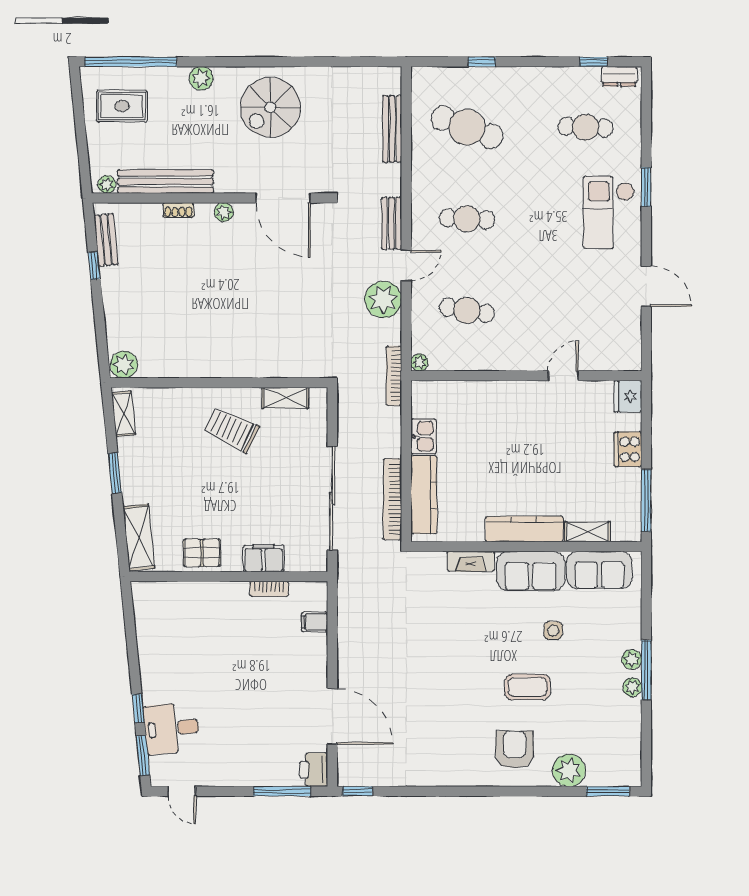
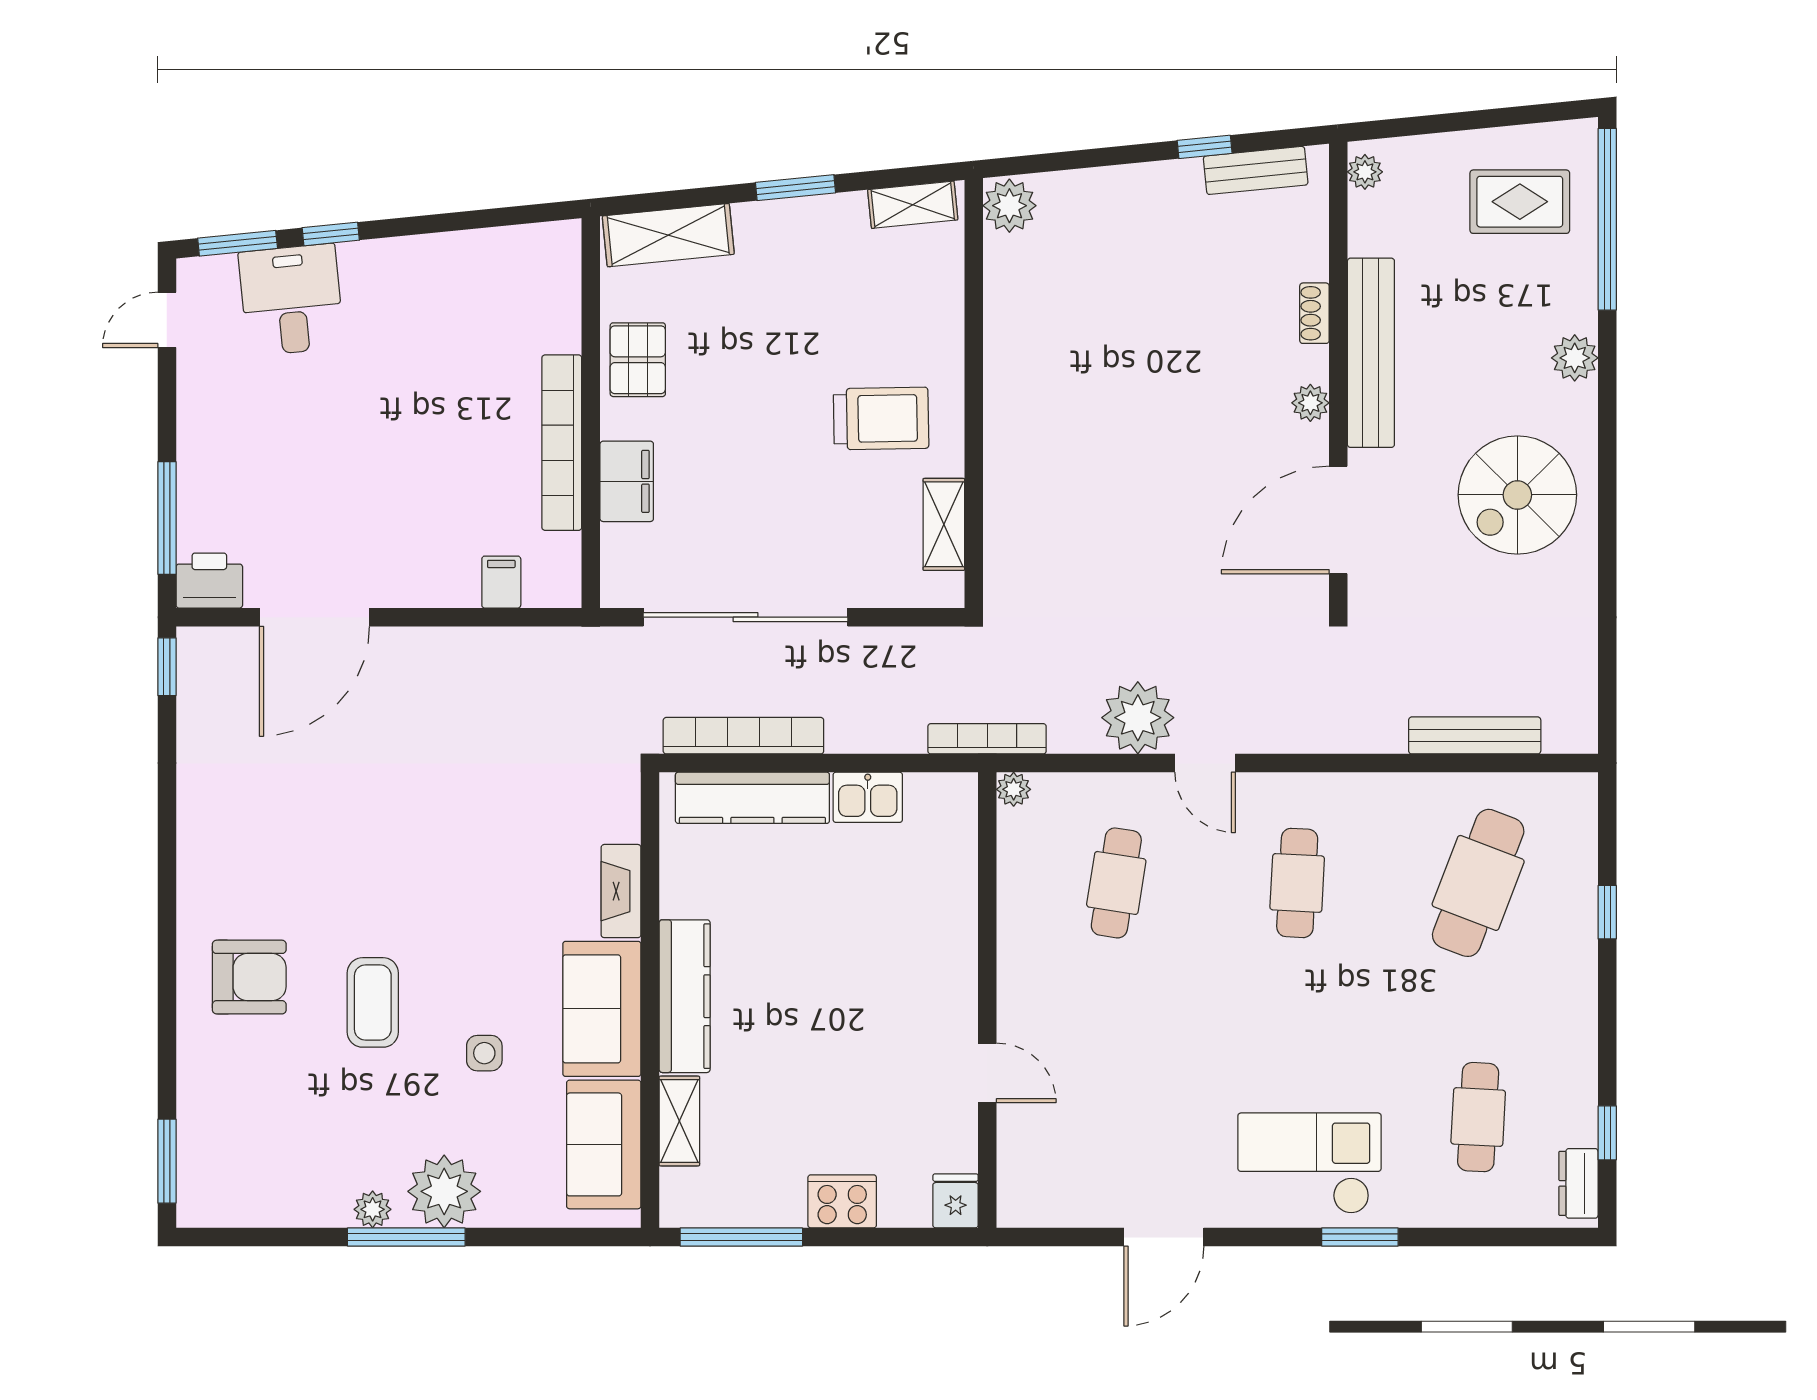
rug: (122, 106) -> (1520, 202), turned 90
spiral stairs: (270, 107) -> (1517, 495), turned -90
bench: (165, 182) -> (1371, 353), moved
bench: (392, 223) -> (1288, 734), removed
fridge: (628, 396) -> (956, 1201), width x0.72
trolley: (232, 430) -> (881, 419), turned 63
bookcase: (269, 589) -> (562, 443), width x2.31, depth x1.31
plant: (632, 659) -> (444, 1191), width x1.88, depth x1.88
plant: (569, 770) -> (208, 1084), removed

